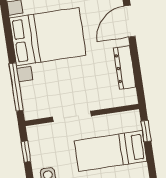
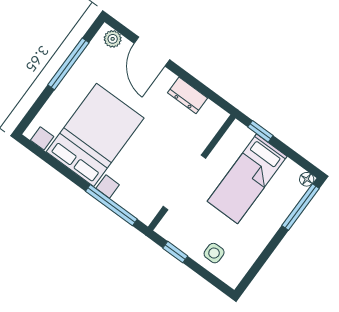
dresser: (125, 68) -> (188, 95), width x0.70
doorway: (72, 116) -> (184, 182), width x1.36

